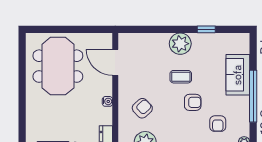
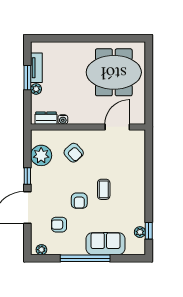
window: (206, 29) -> (149, 231), moved
plant: (180, 44) -> (140, 232), moved, width x0.53, depth x0.53
water cooler: (107, 101) -> (63, 119), moved

